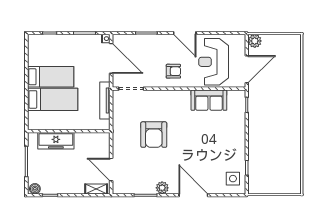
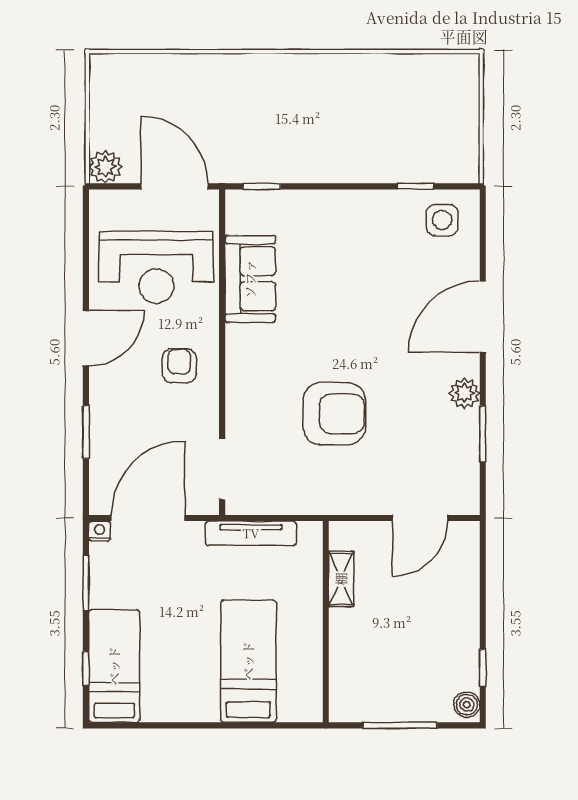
bed: (51, 77) -> (114, 666), moved
freezer: (56, 141) -> (349, 653), removed
shelving: (96, 189) -> (341, 579), moved

